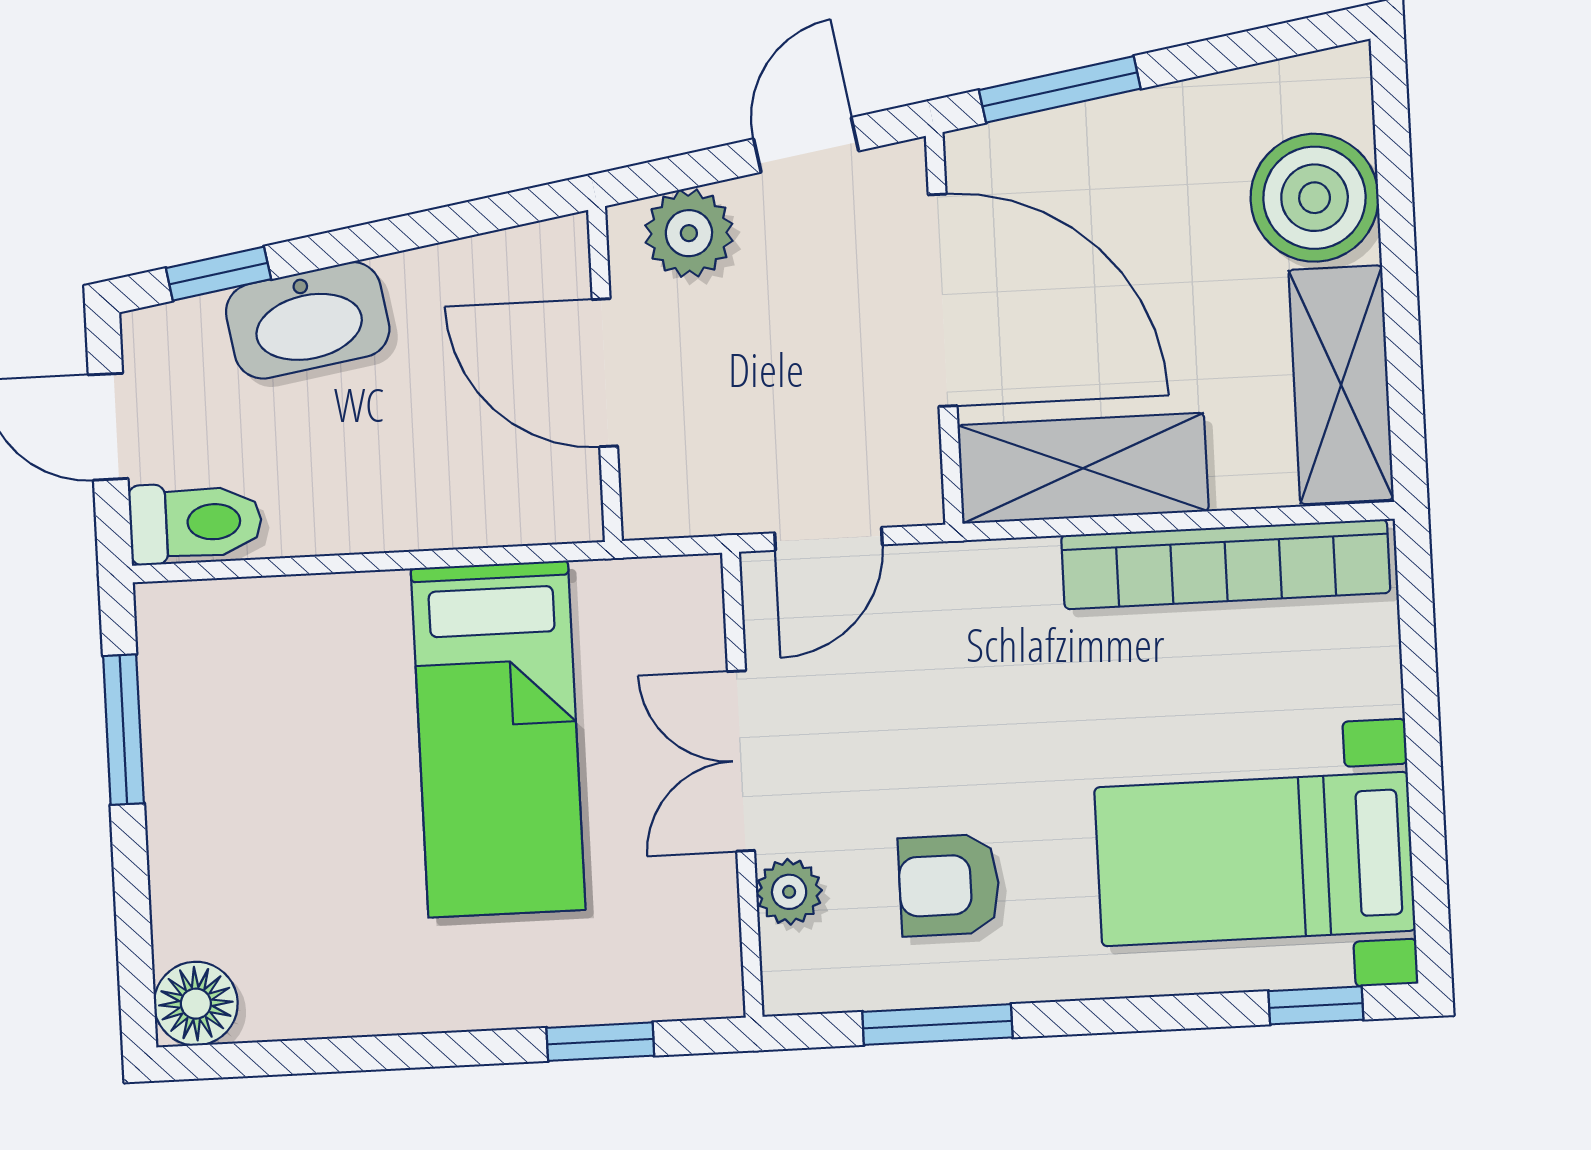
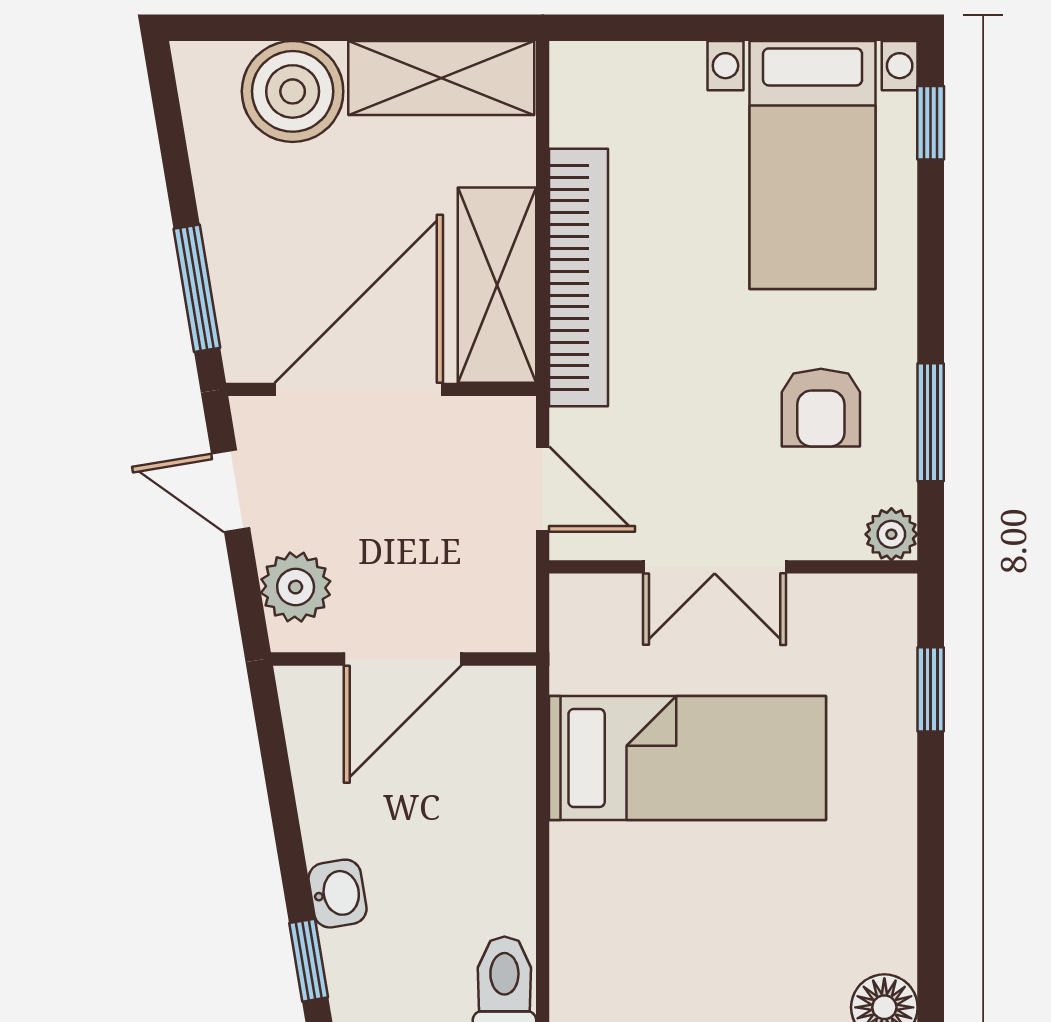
washbasin: (308, 320) -> (338, 894), width x0.52, depth x0.69
bookcase: (1226, 564) -> (578, 277), moved
plant: (789, 892) -> (891, 534), moved

